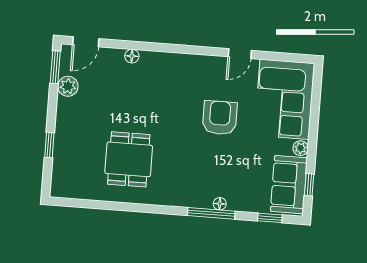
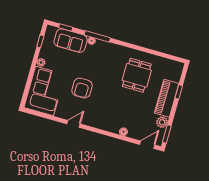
door: (240, 54) -> (74, 124), moved
piano: (68, 130) -> (167, 98), added
sofa: (289, 185) -> (71, 41), moved, turned 90

